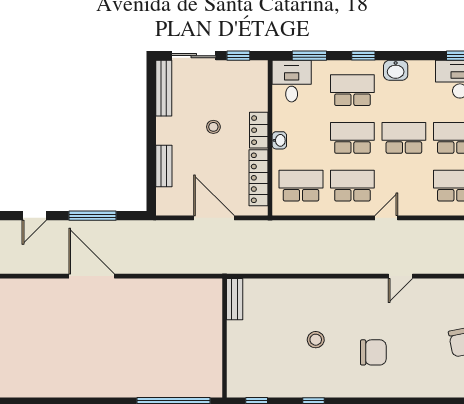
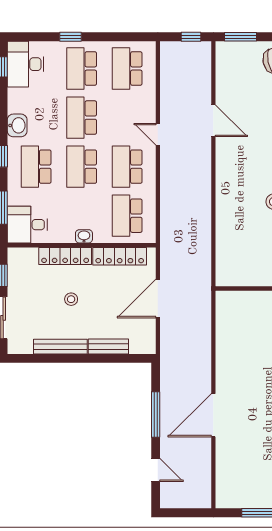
bench: (164, 88) -> (60, 347), moved
locker: (259, 130) -> (65, 256), width x1.53
door: (400, 276) -> (213, 121), width x1.38
bench: (235, 299) -> (235, 279), removed

